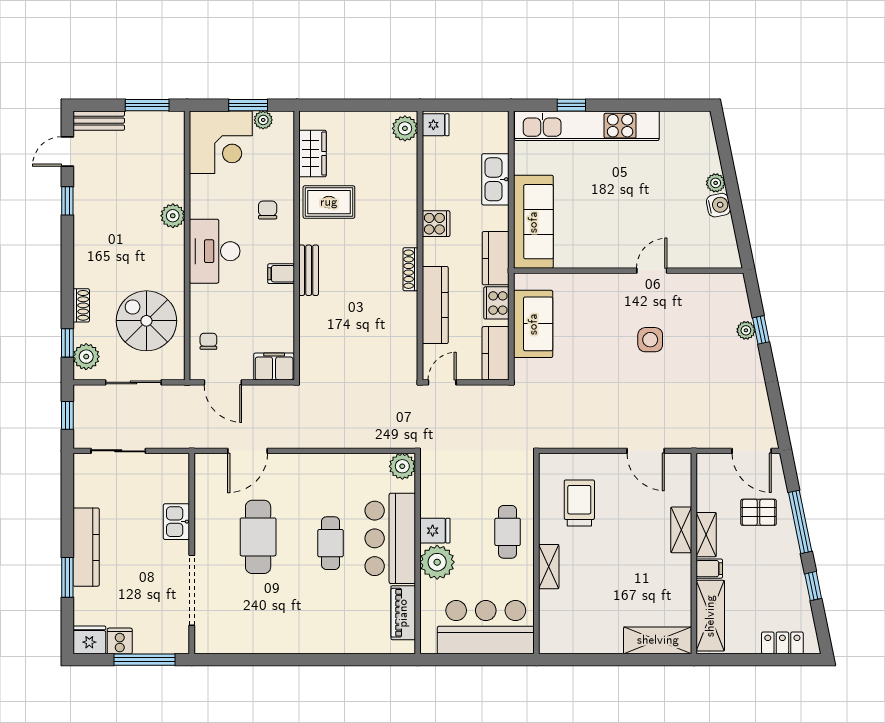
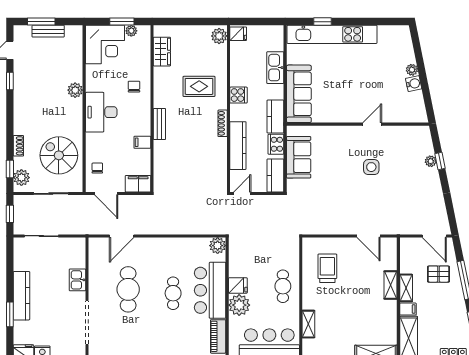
window: (147, 105) -> (41, 22), moved
bench: (99, 121) -> (48, 31), moved
rug: (329, 202) -> (199, 86), moved
filing cabinet: (281, 274) -> (142, 142), moved
shelving: (549, 567) -> (308, 324), moved

